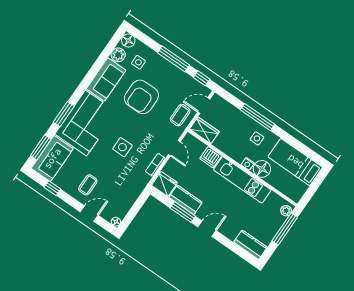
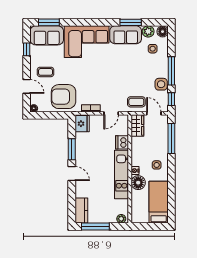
armchair: (141, 97) -> (64, 97), moved
window: (64, 114) -> (131, 22), moved
window: (258, 117) -> (171, 138), moved
side table: (122, 147) -> (161, 84), moved
kitchen counter: (186, 200) -> (81, 145), removed
window: (285, 229) -> (95, 226), moved

